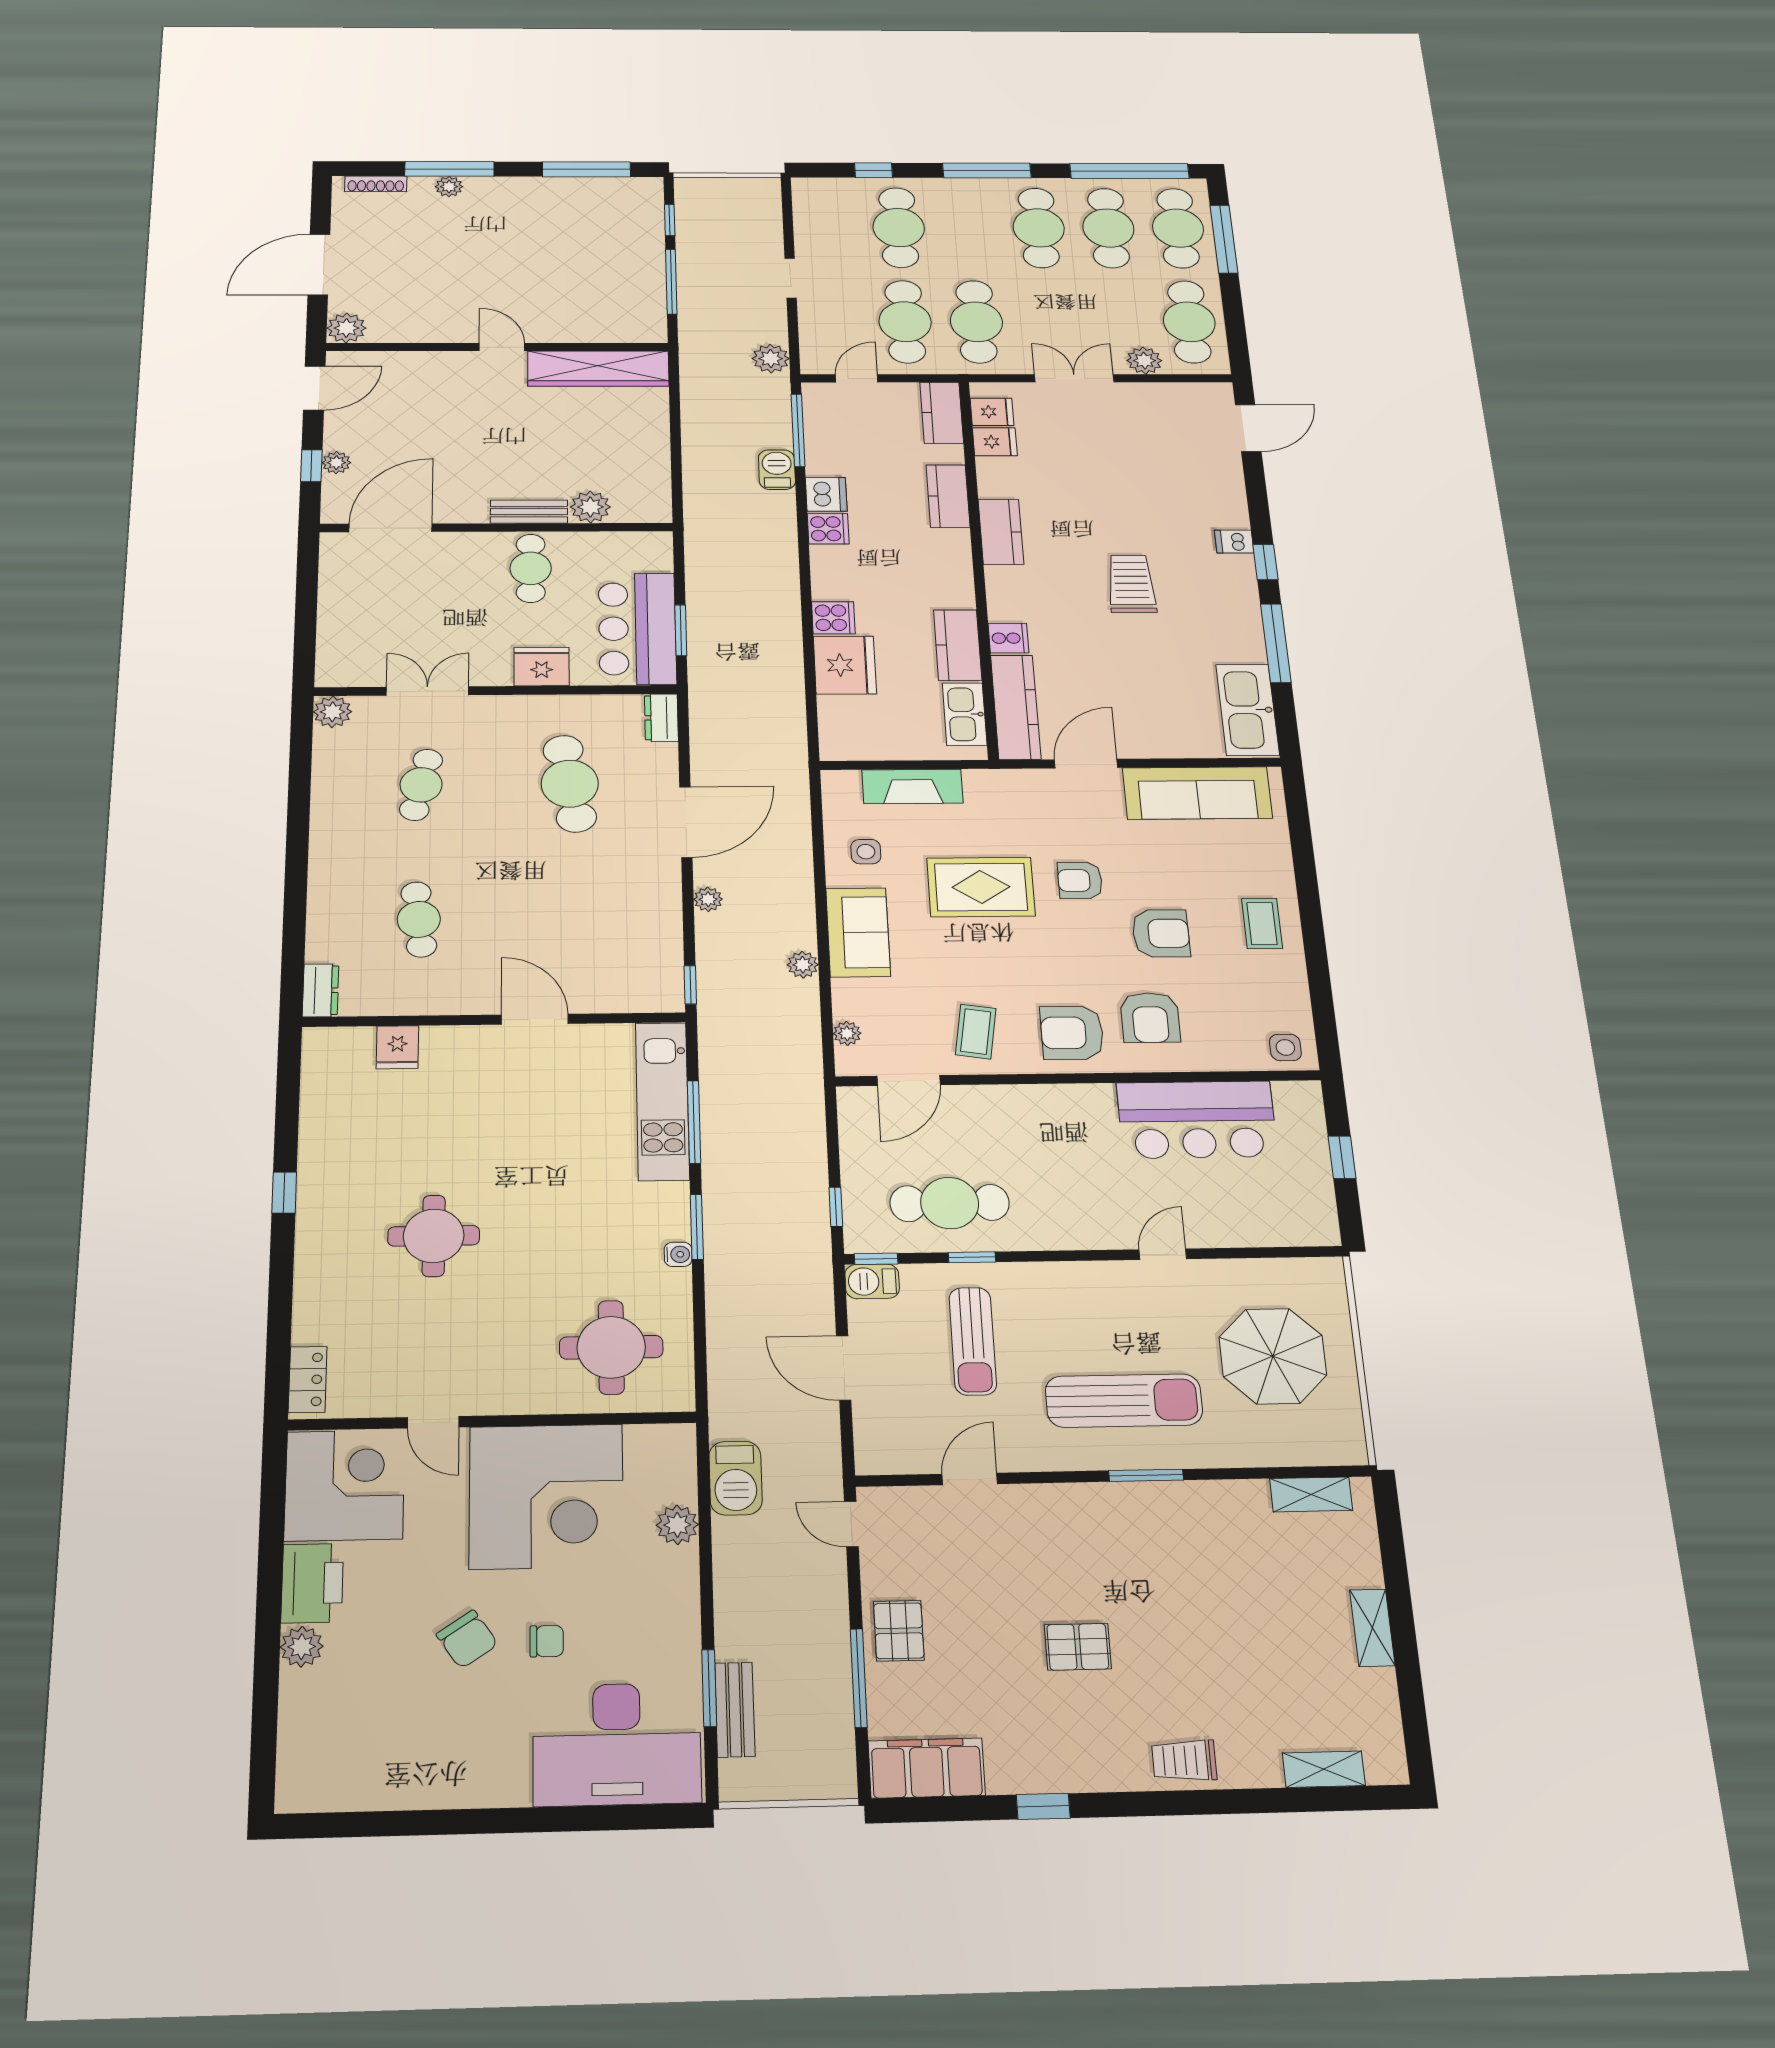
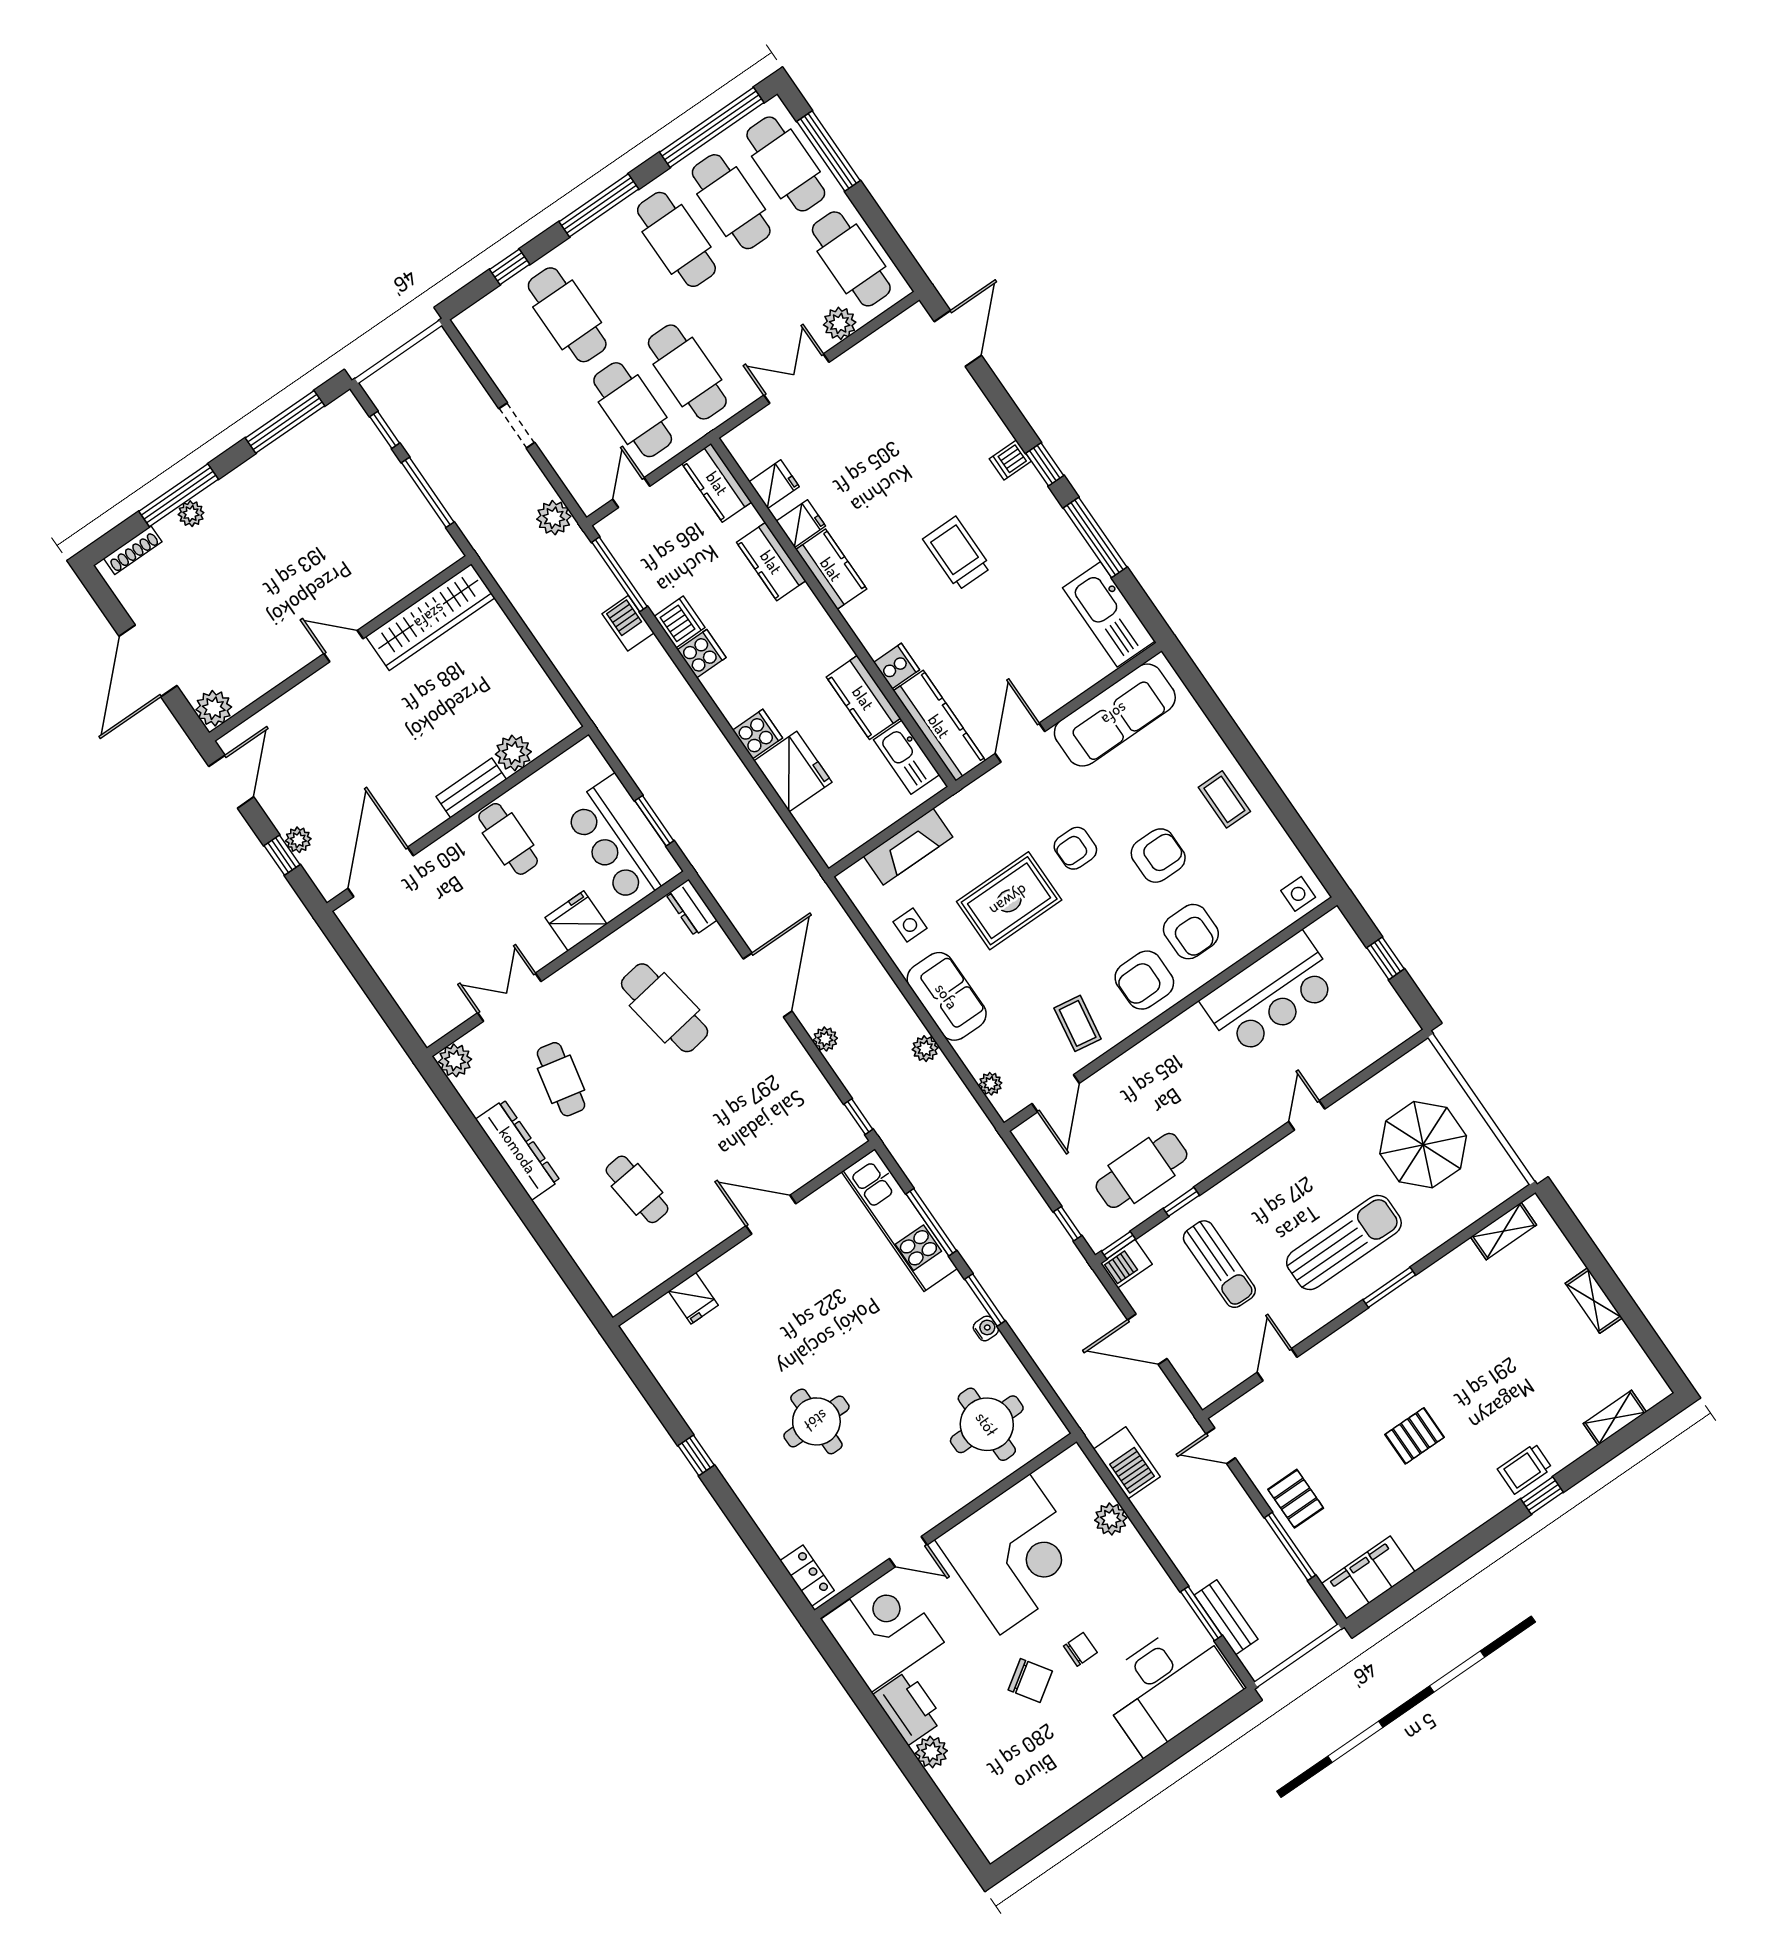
fridge: (992, 412) -> (801, 524), moved
dresser: (321, 990) -> (518, 1150), moved, width x1.96, depth x1.24
window: (1043, 1806) -> (1542, 1495), moved

